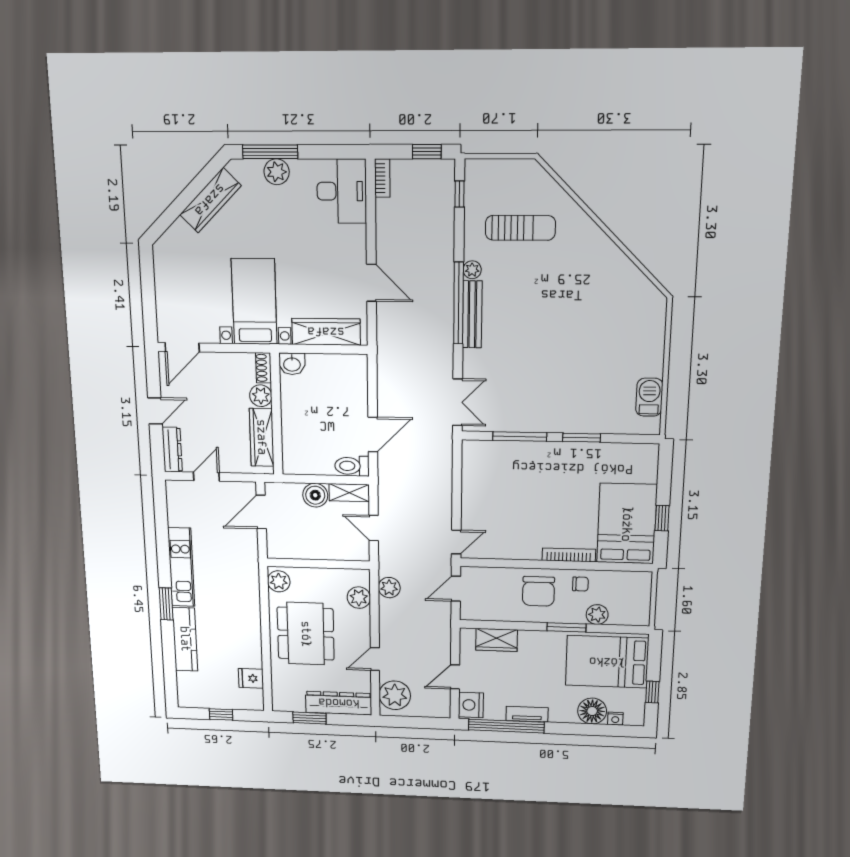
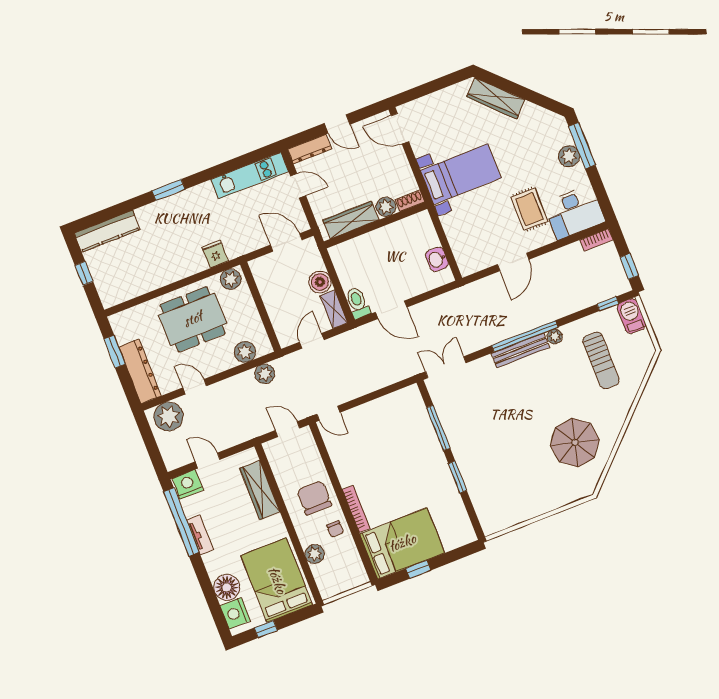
wardrobe: (210, 200) -> (496, 98), moved
rug: (320, 241) -> (529, 209), added
parasol: (600, 295) -> (575, 442), added
wardrobe: (326, 332) -> (460, 241), removed
washbasin: (292, 364) -> (437, 259), moved
barbecue: (649, 397) -> (631, 316), moved, turned -90
double door: (458, 402) -> (446, 367), swing flipped
kitchen unit: (181, 567) -> (250, 176), moved
chair: (538, 591) -> (314, 498), turned 90
window: (567, 627) -> (293, 534), removed
kitchen counter: (185, 639) -> (107, 231), moved
wardrobe: (497, 640) -> (260, 490), width x1.50
fridge: (251, 678) -> (215, 254), moved
nightstand: (615, 719) -> (235, 613), width x1.89, depth x1.79

